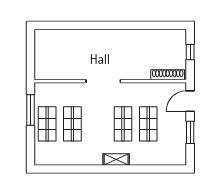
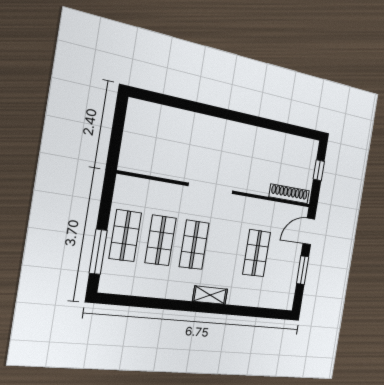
window: (31, 110) -> (98, 252), moved
shop shelf: (123, 124) -> (194, 245), moved

